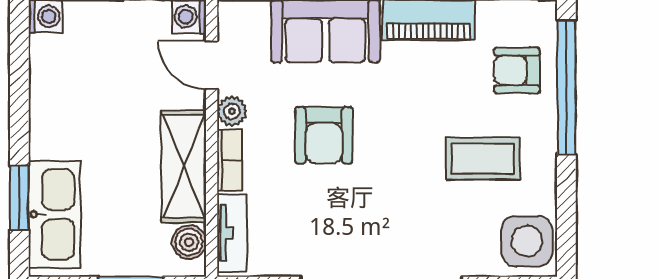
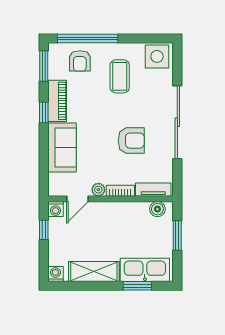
armchair: (324, 135) -> (131, 141), moved
shelving: (184, 166) -> (94, 271), moved

